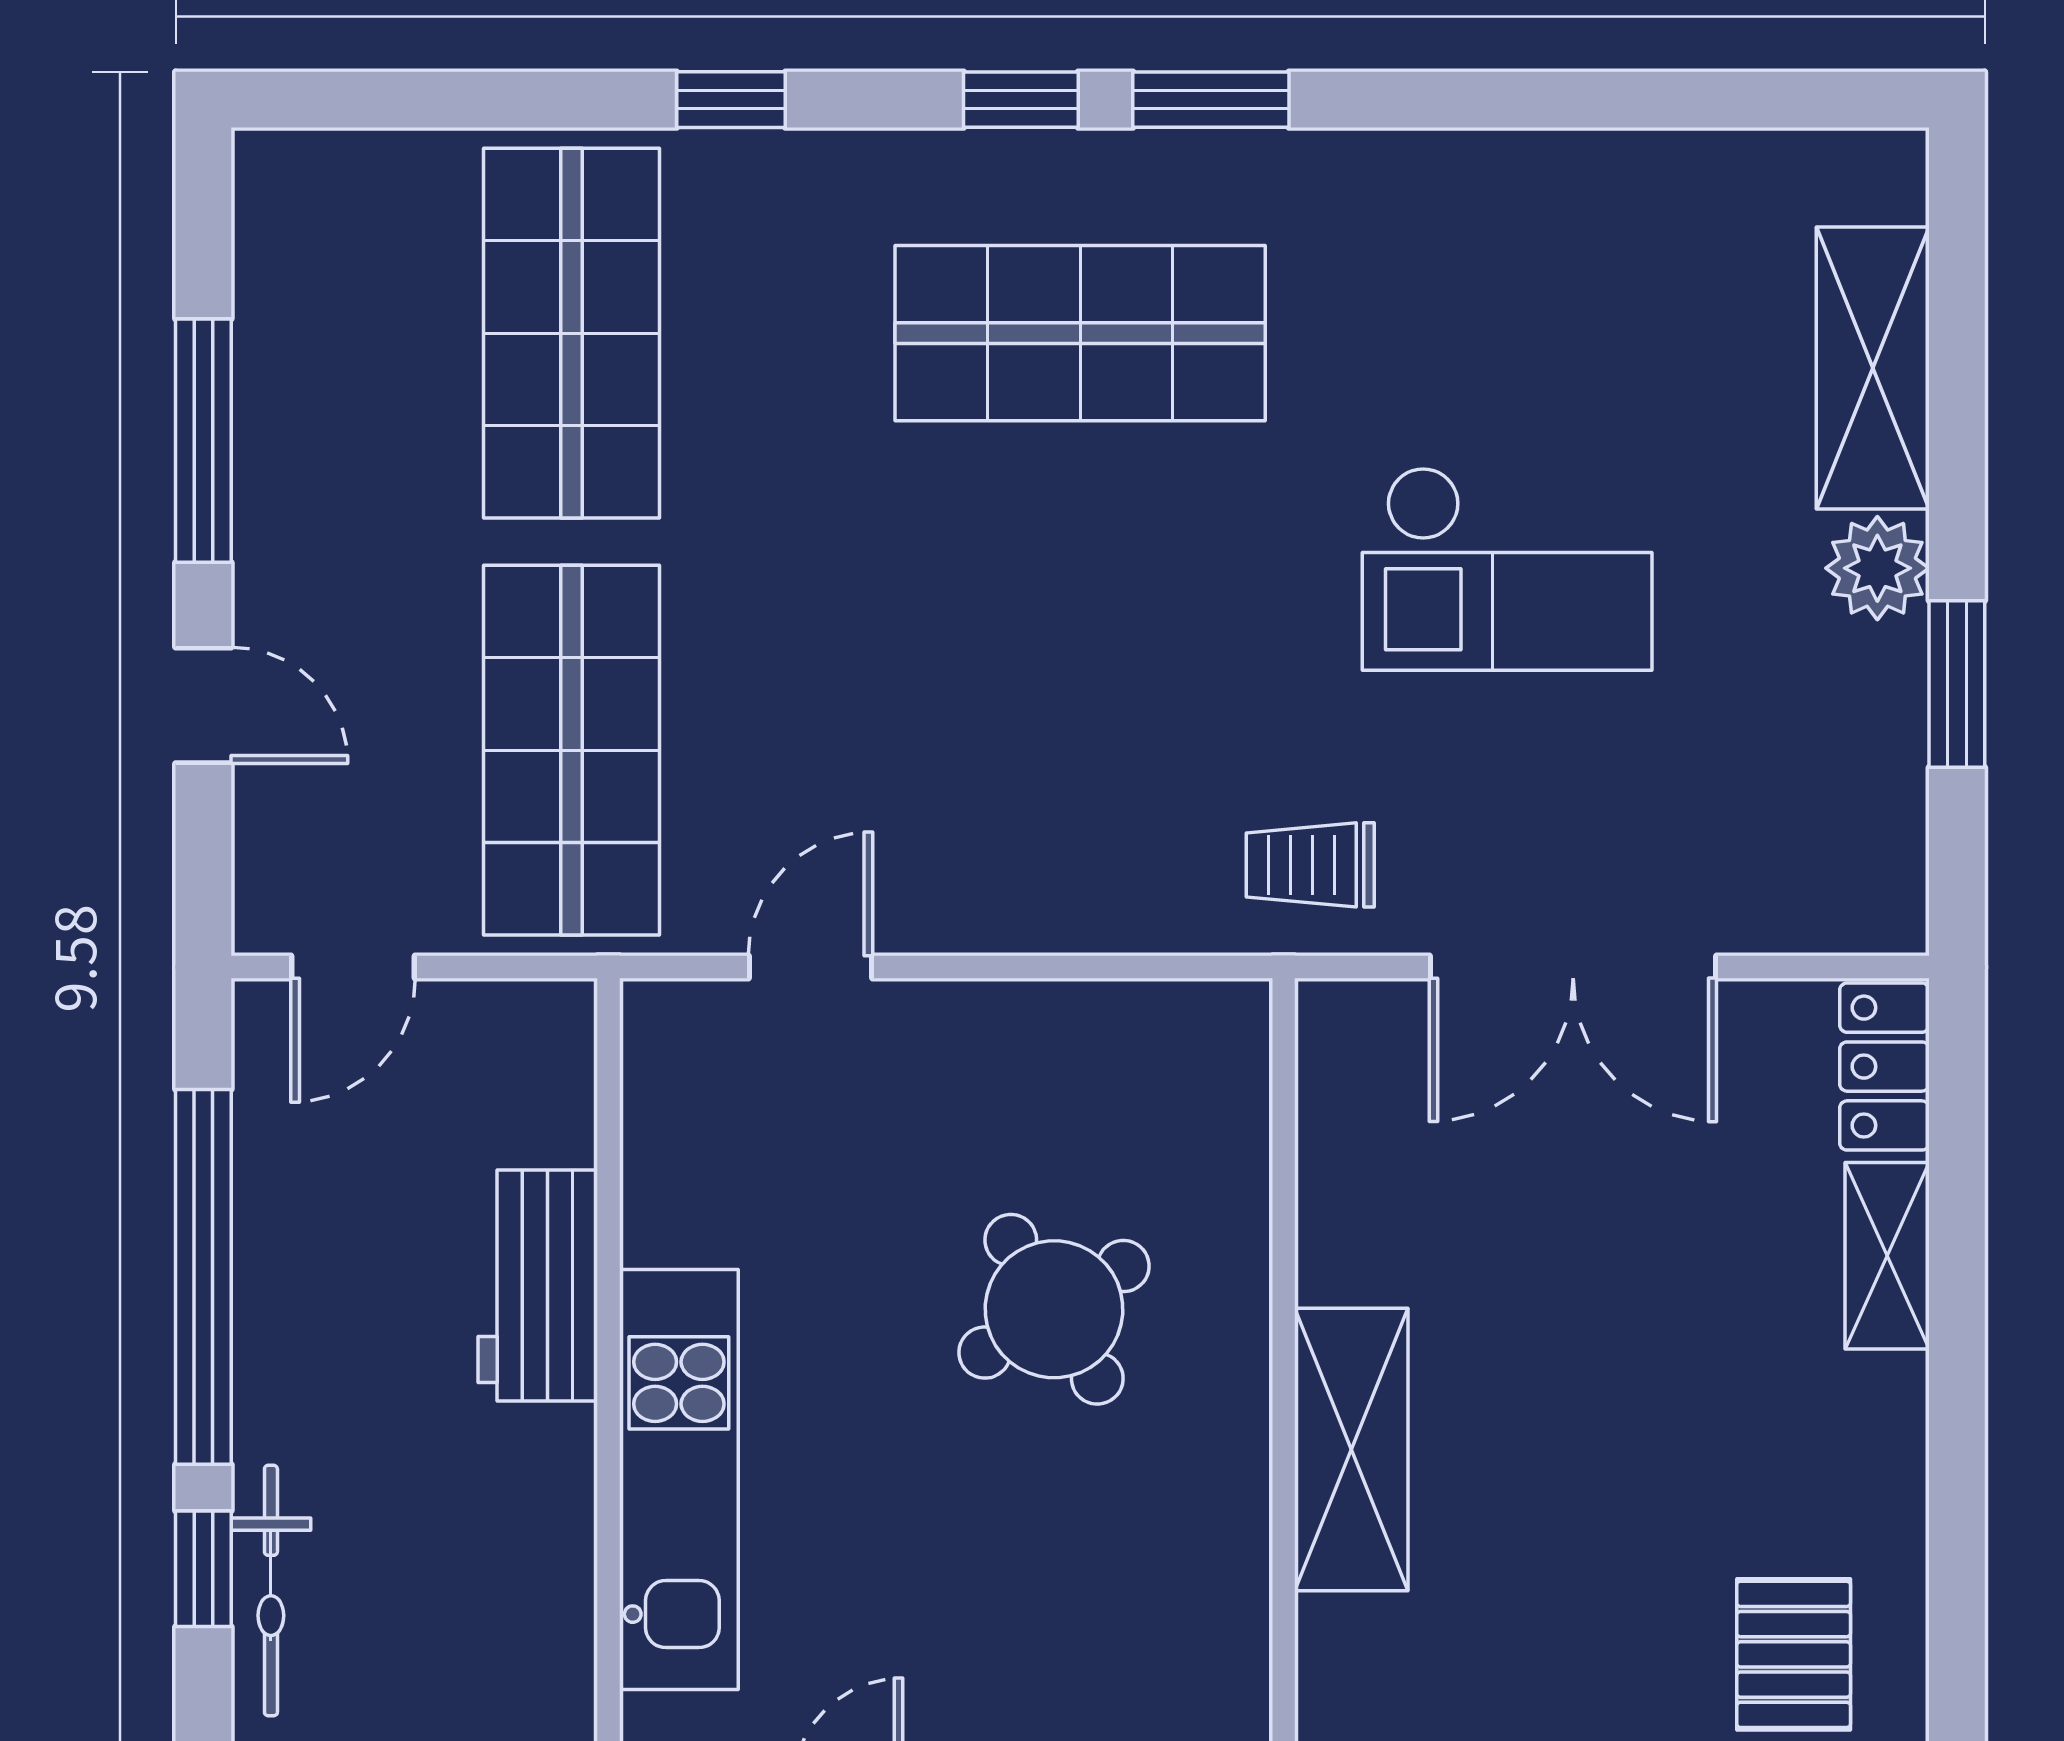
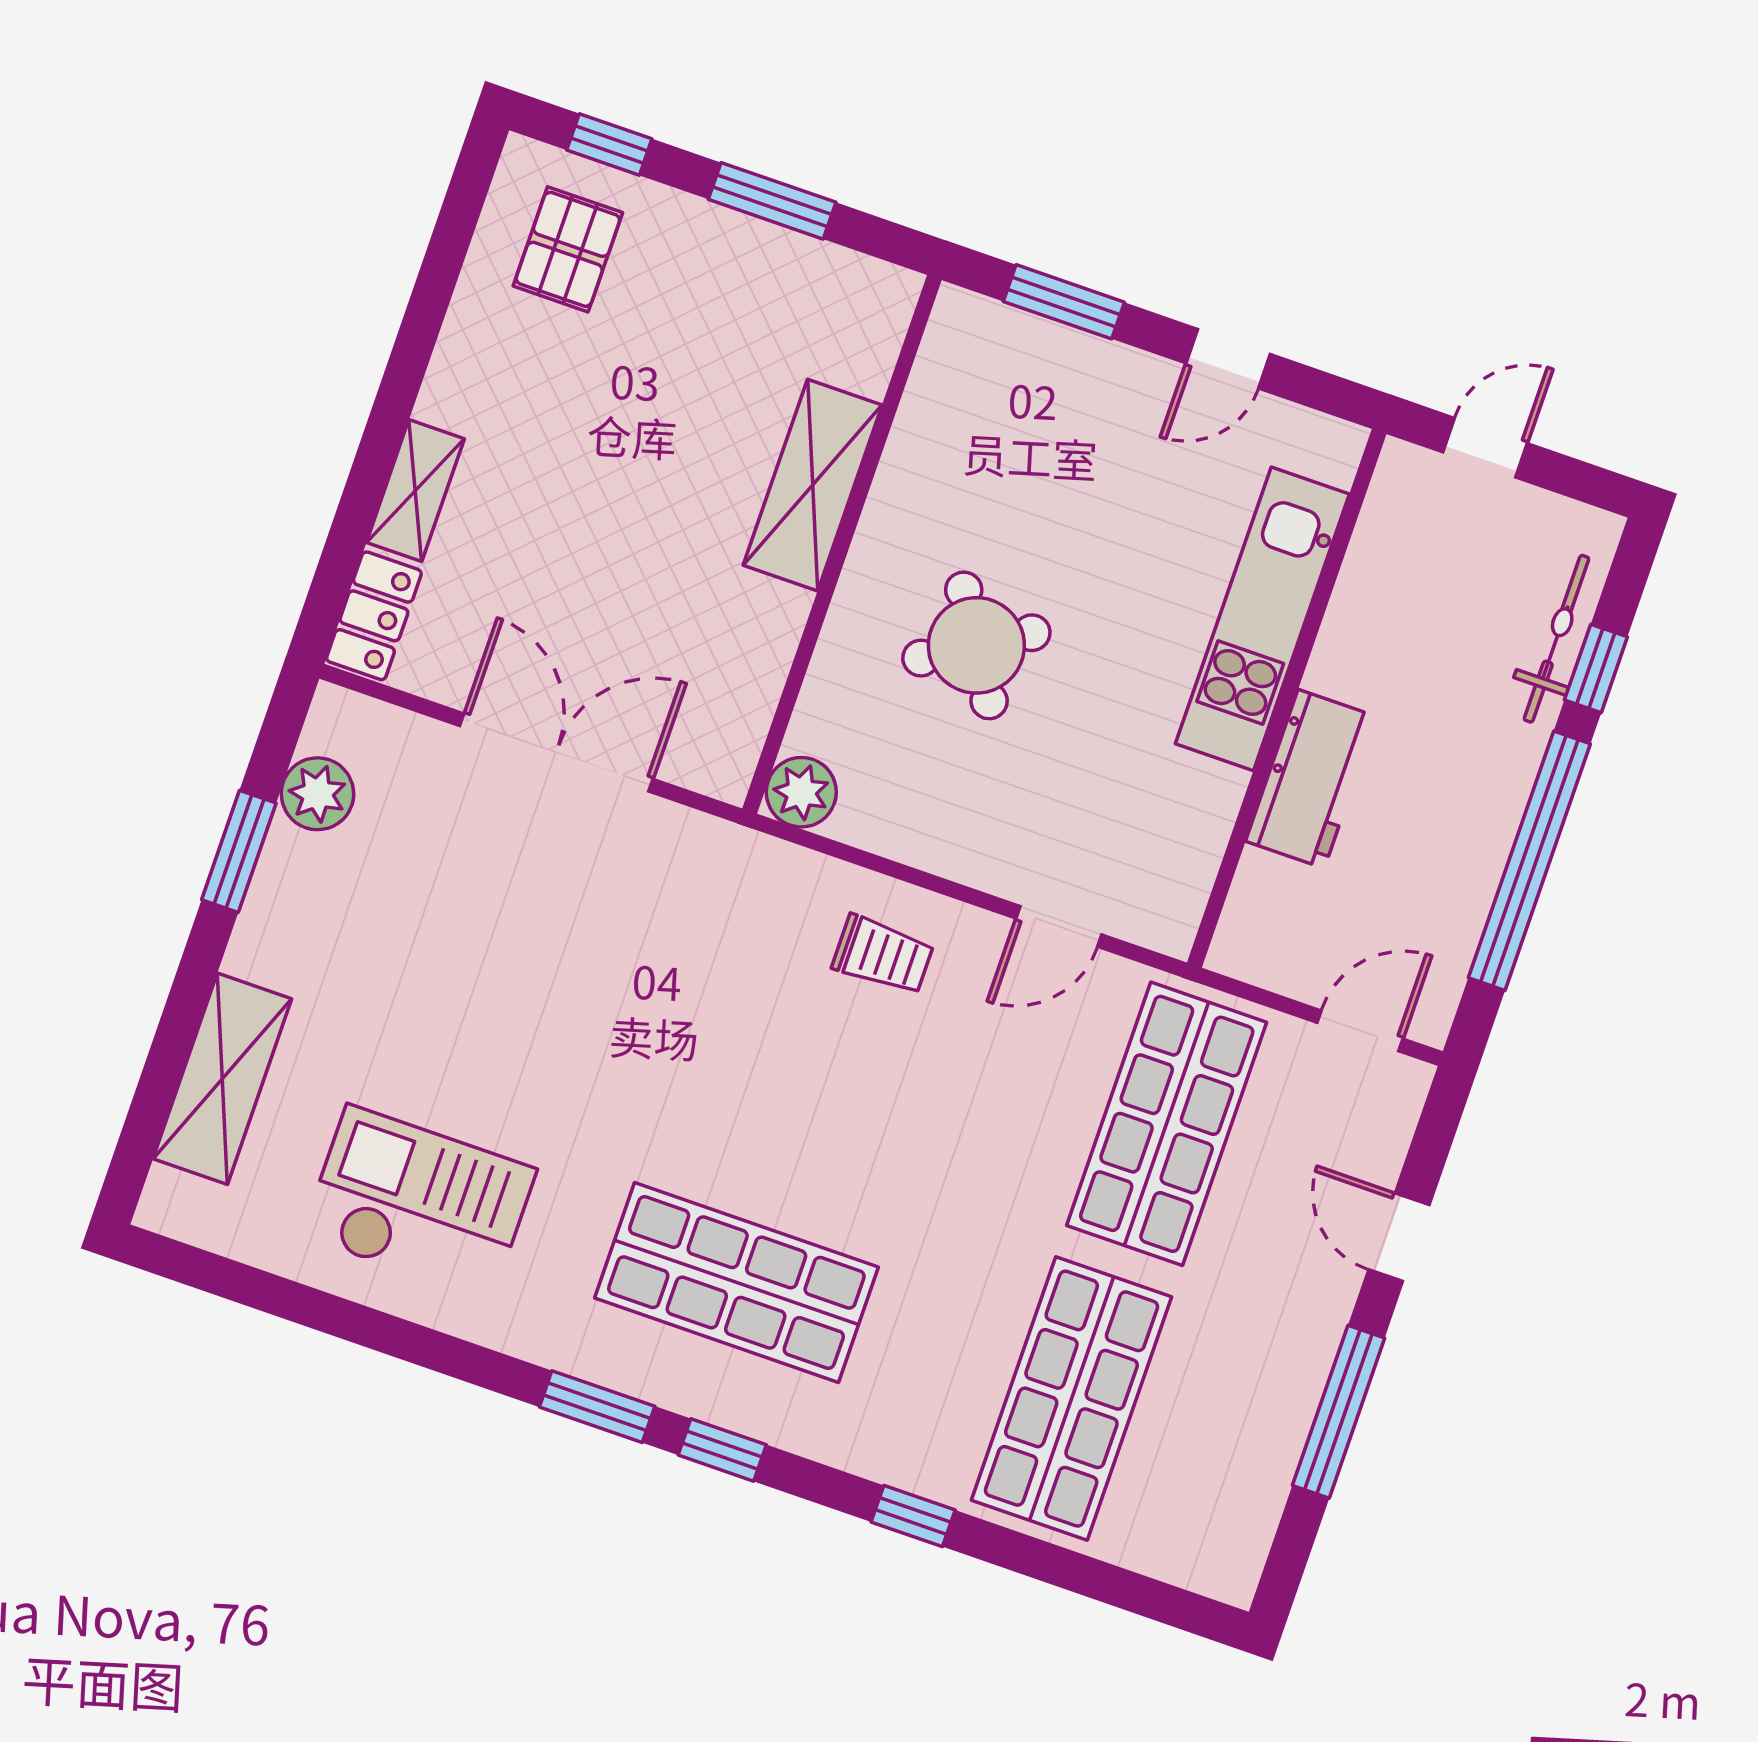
plant: (1877, 568) -> (317, 794), moved
checkout: (1507, 569) -> (419, 1203), moved
trolley: (1310, 865) -> (883, 955), moved
plant: (1223, 1028) -> (801, 792), added

